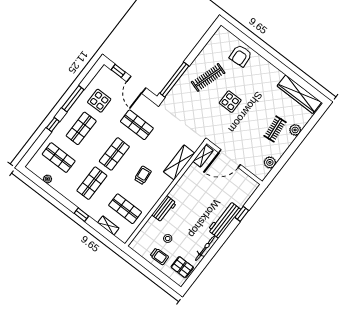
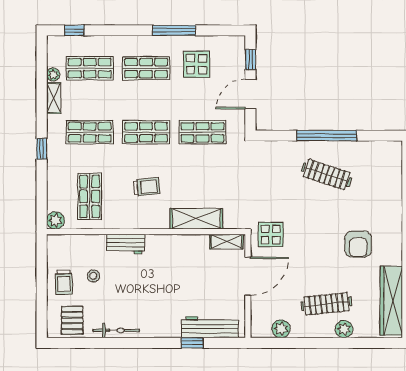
armchair: (241, 56) -> (358, 244), moved, turned -86
window: (174, 80) -> (327, 136), moved
display table: (230, 102) -> (271, 234), moved
window: (53, 125) -> (74, 30), moved
shop shelf: (137, 125) -> (202, 132), turned 90
clothes rail: (275, 129) -> (326, 304), width x1.36
shop shelf: (59, 158) -> (90, 68), turned 90
door: (229, 159) -> (248, 276), swing flipped
workbench: (224, 220) -> (210, 327), moved
shelving: (108, 225) -> (54, 98), moved
plant: (124, 236) -> (55, 220), added

